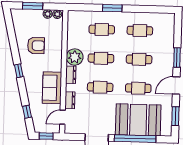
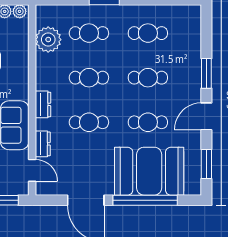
plant: (75, 57) -> (48, 40), moved
door: (63, 117) -> (32, 170), swing flipped

